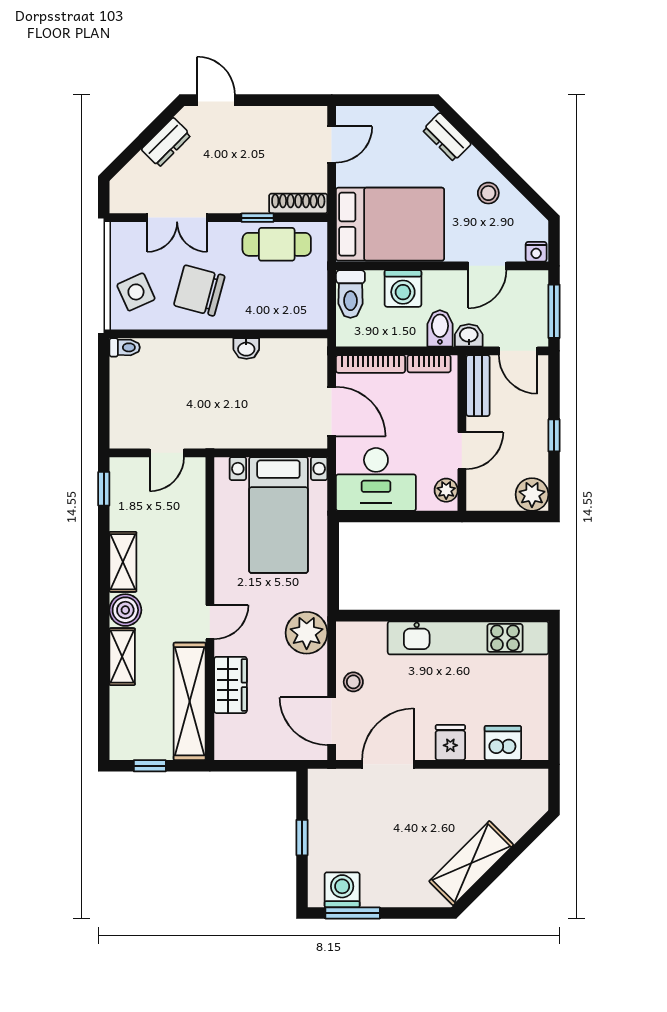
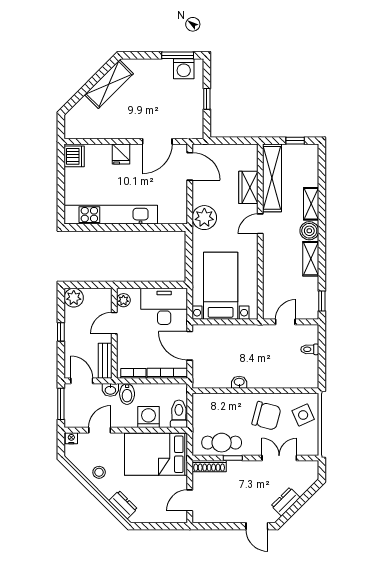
toilet: (125, 347) -> (310, 349), moved
stool: (353, 682) -> (177, 189), removed
dishwasher: (503, 743) -> (74, 156), moved, turned -90

